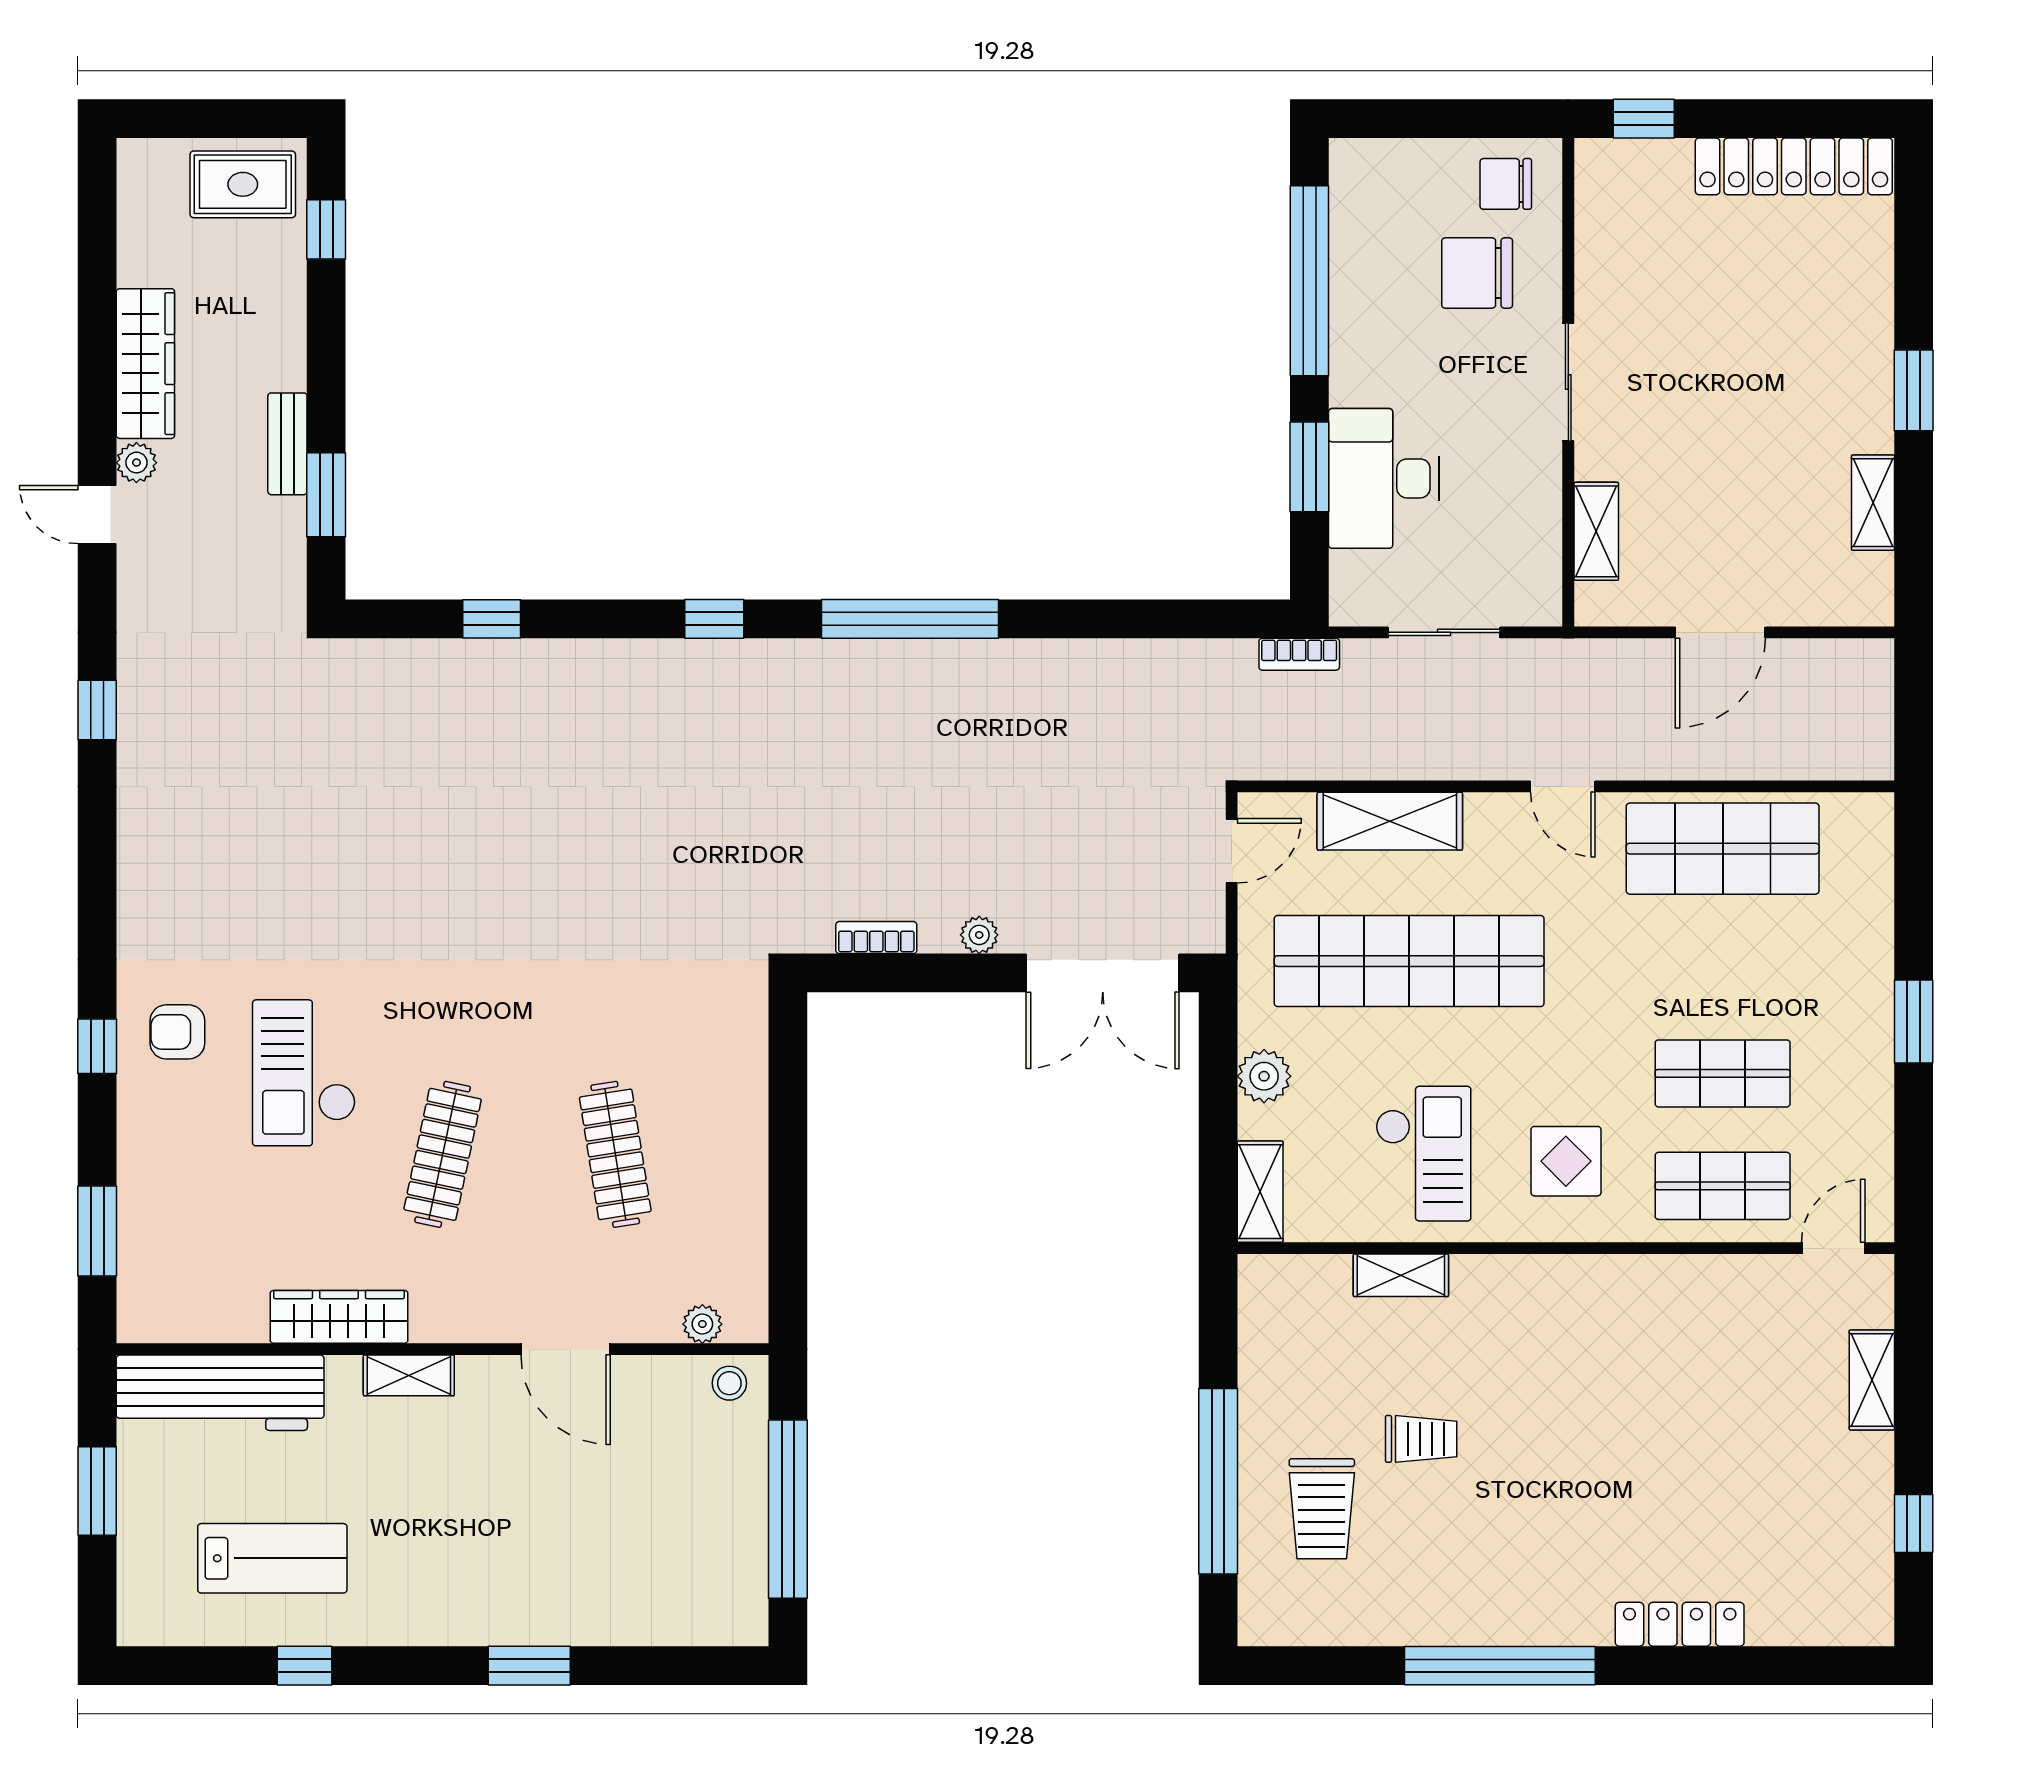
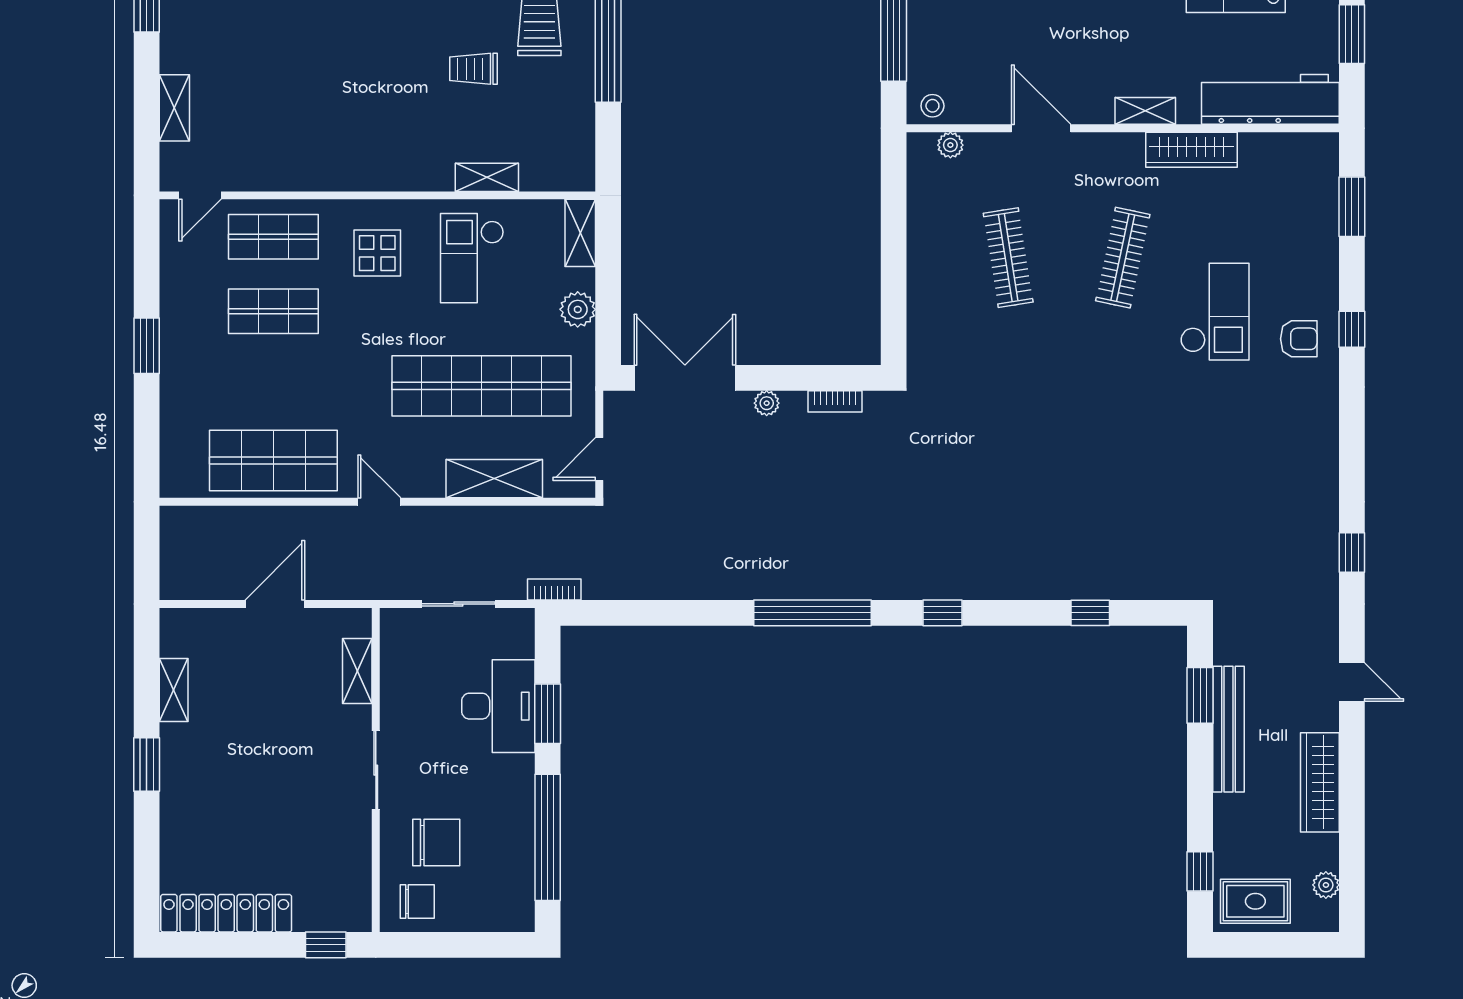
bench: (287, 444) -> (1228, 729), width x1.86, depth x1.21
plant: (136, 463) -> (1326, 885), moved

